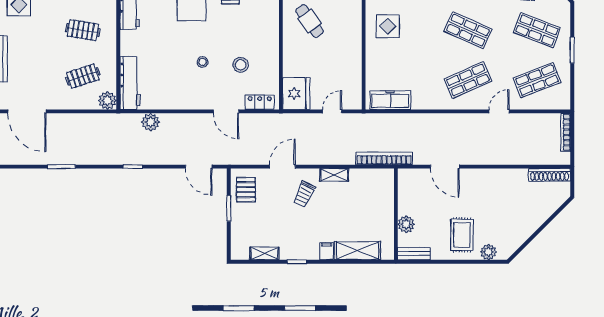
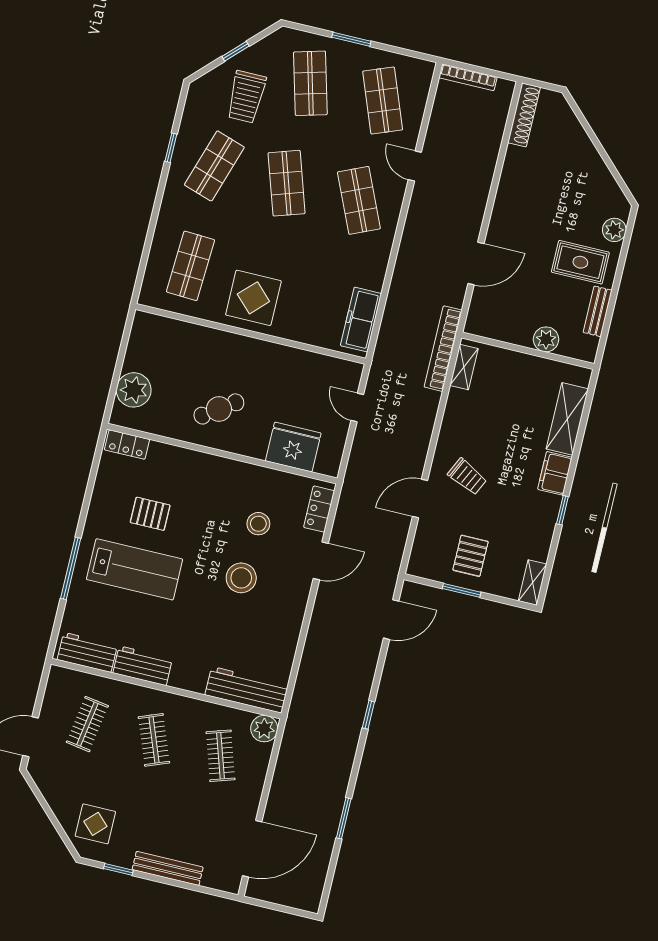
display table: (388, 26) -> (253, 298), width x1.36, depth x1.36
clothes rail: (83, 30) -> (154, 740), turned -30
shop shelf: (468, 30) -> (287, 183), turned -42
shop shelf: (537, 30) -> (310, 83), turned -36
stool: (203, 62) -> (241, 578), width x1.89, depth x1.89
fridge: (296, 94) -> (293, 447), moved
plant: (151, 122) -> (310, 674), removed
door: (282, 167) -> (420, 499), hinge flipped
shelving: (334, 175) -> (464, 367), moved
pallet: (246, 190) -> (470, 556), moved, turned 90
filing cabinet: (326, 251) -> (555, 473), width x2.00
shelving: (264, 253) -> (533, 582), moved
bench: (414, 254) -> (598, 311), moved

